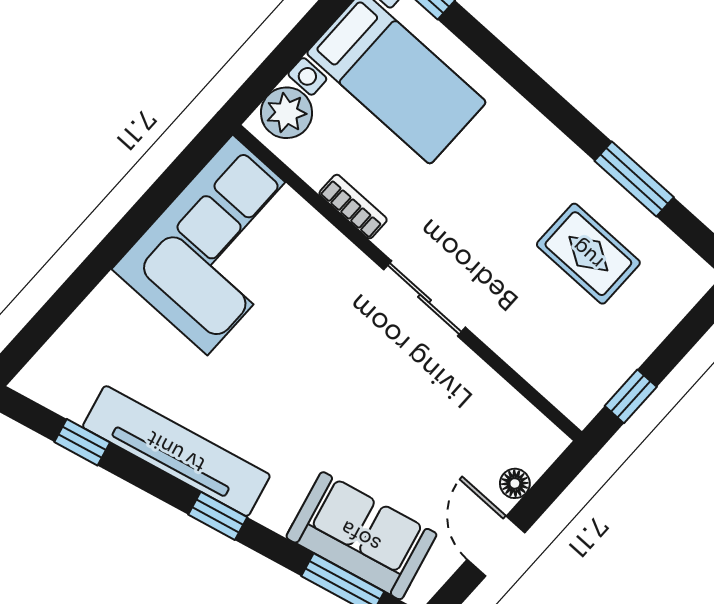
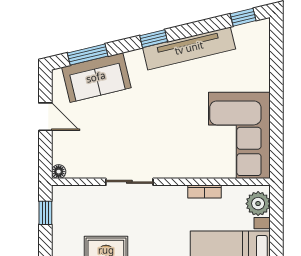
sliding door: (425, 299) -> (129, 182), moved
window: (82, 442) -> (243, 17), moved
floor lamp: (515, 483) -> (59, 172), moved

